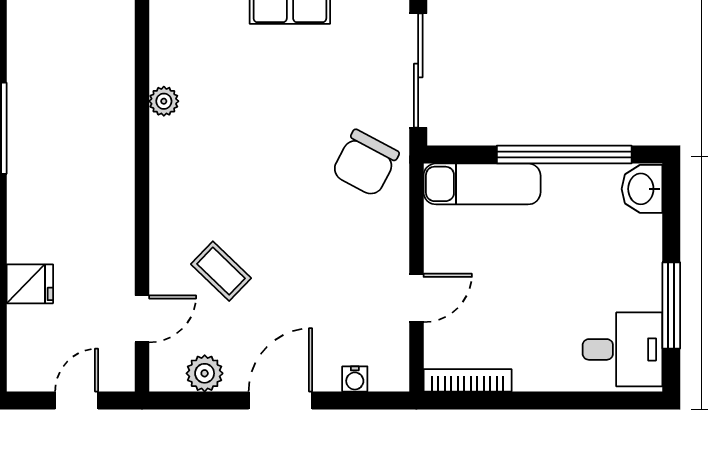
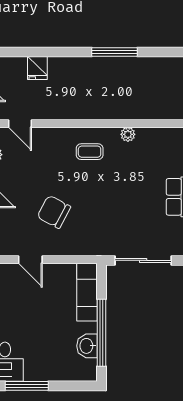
chair: (365, 163) -> (54, 212), moved
washbasin: (642, 189) -> (87, 346), moved, turned -90
coffee table: (221, 271) -> (90, 152), moved, turned 46

